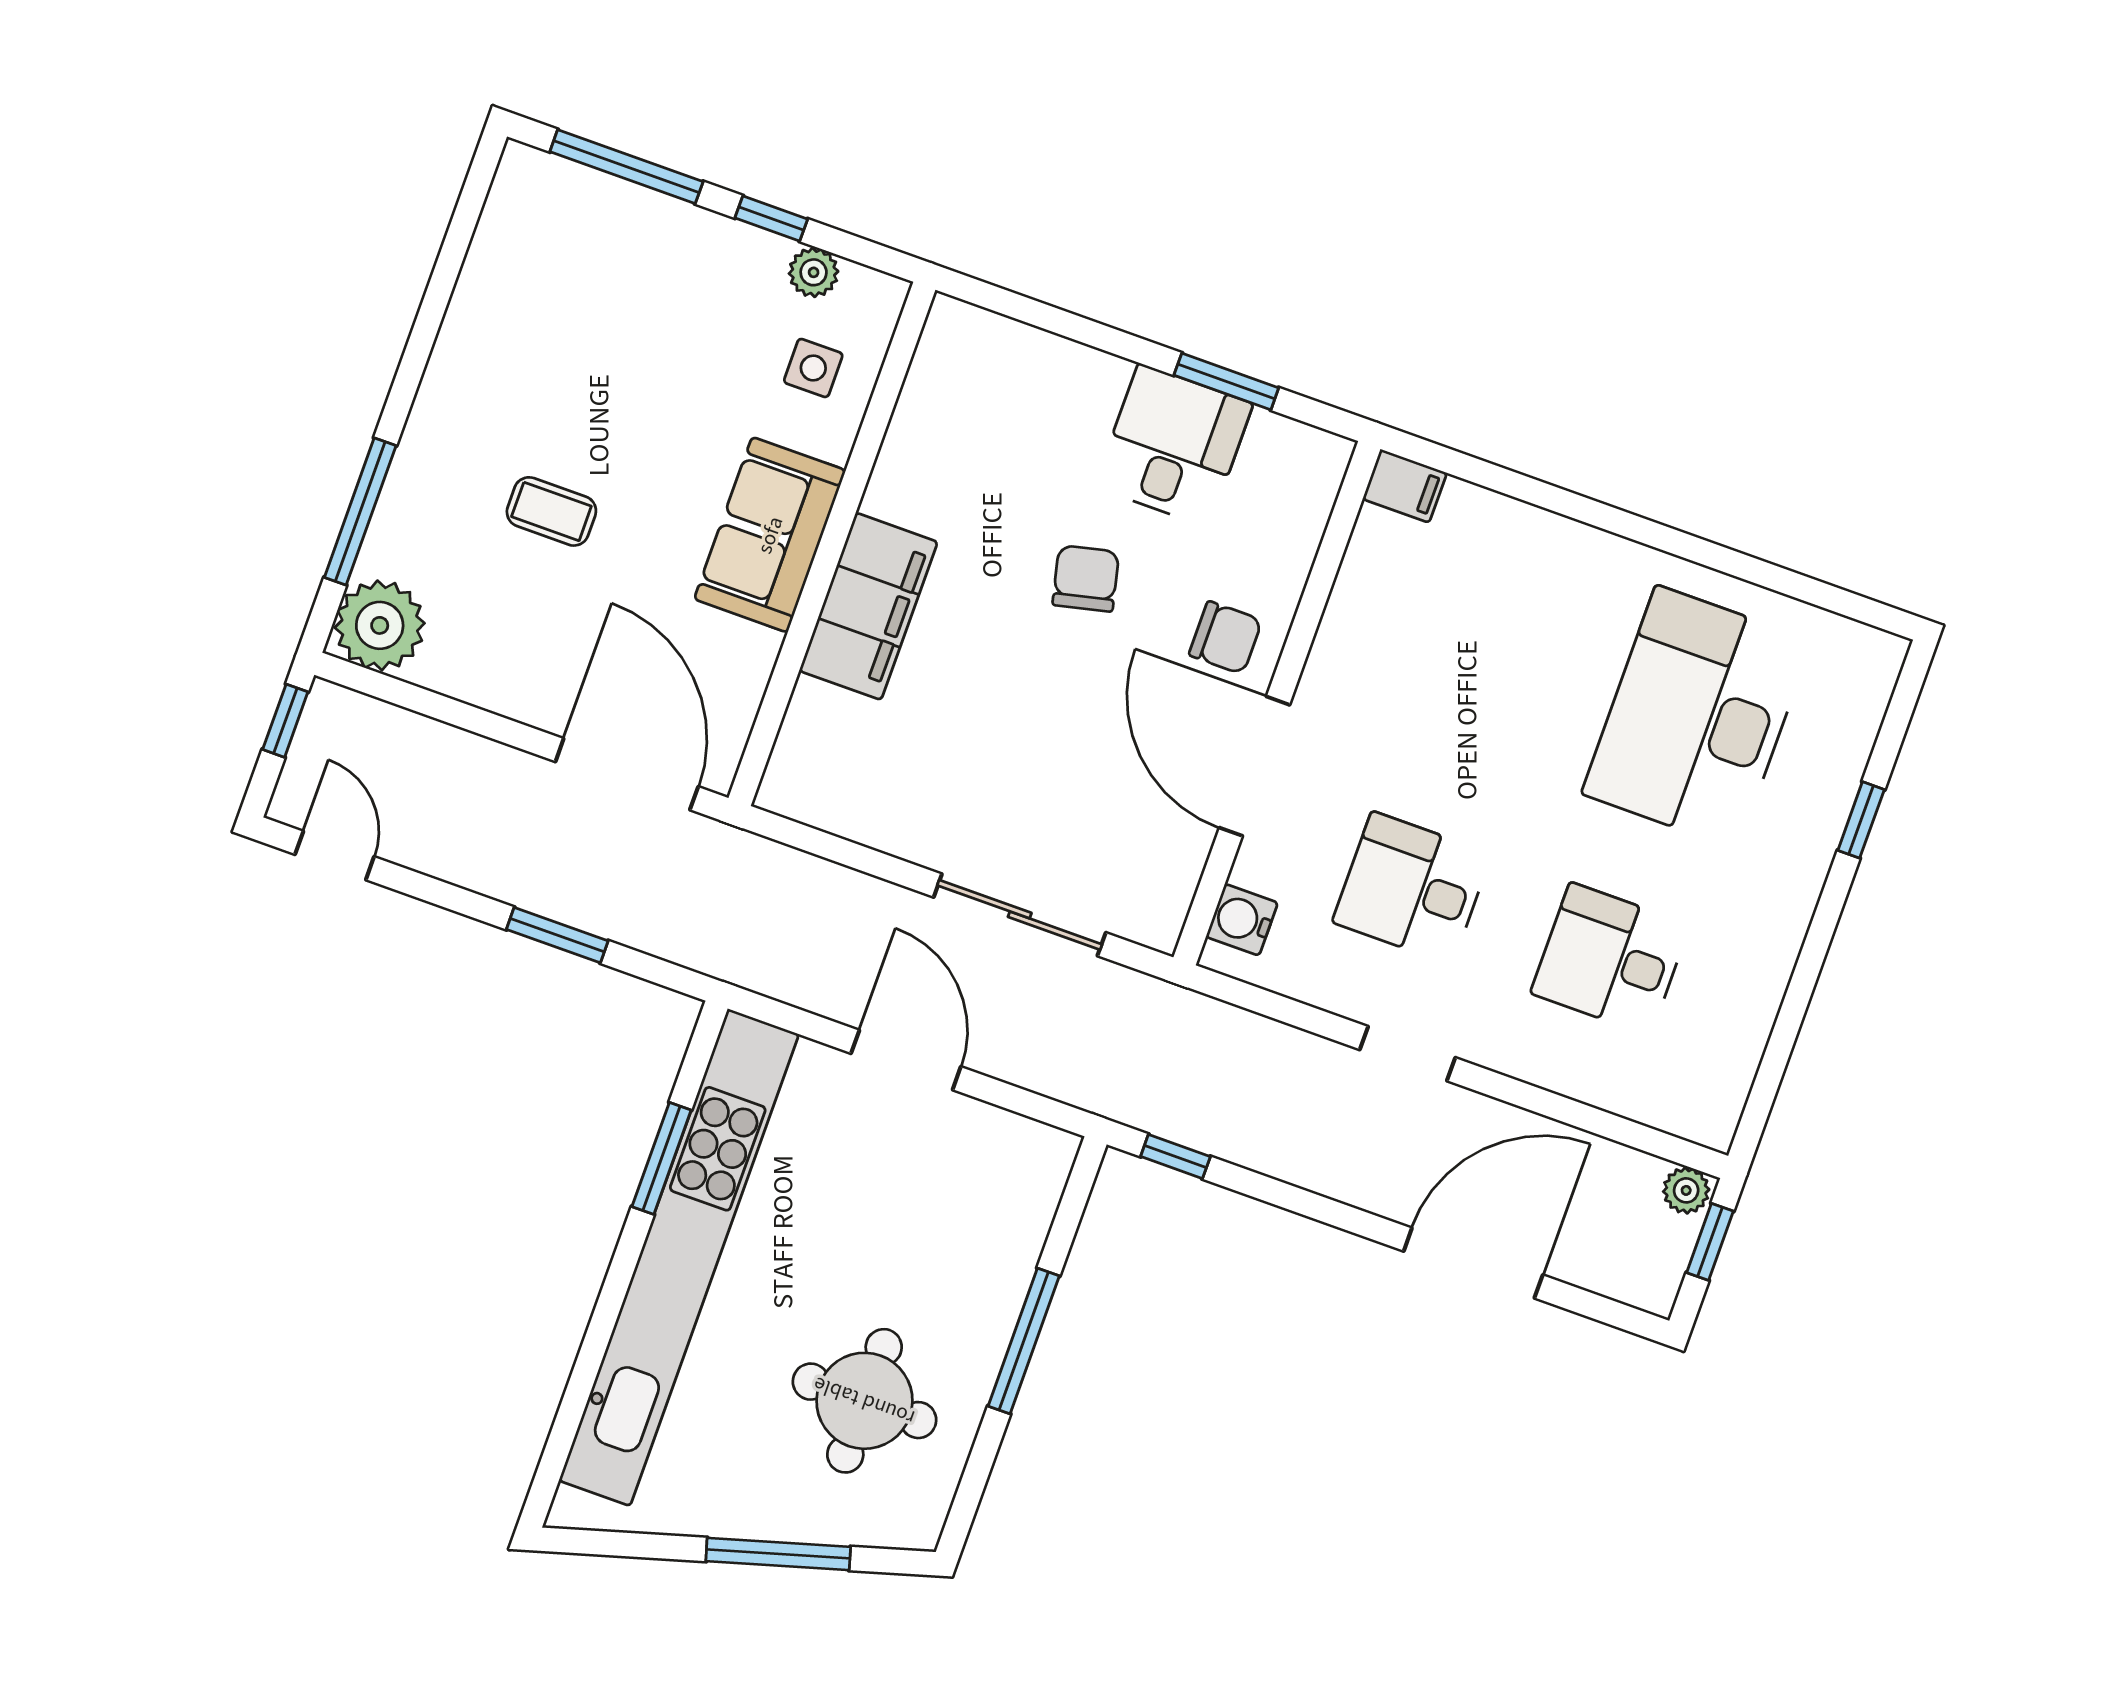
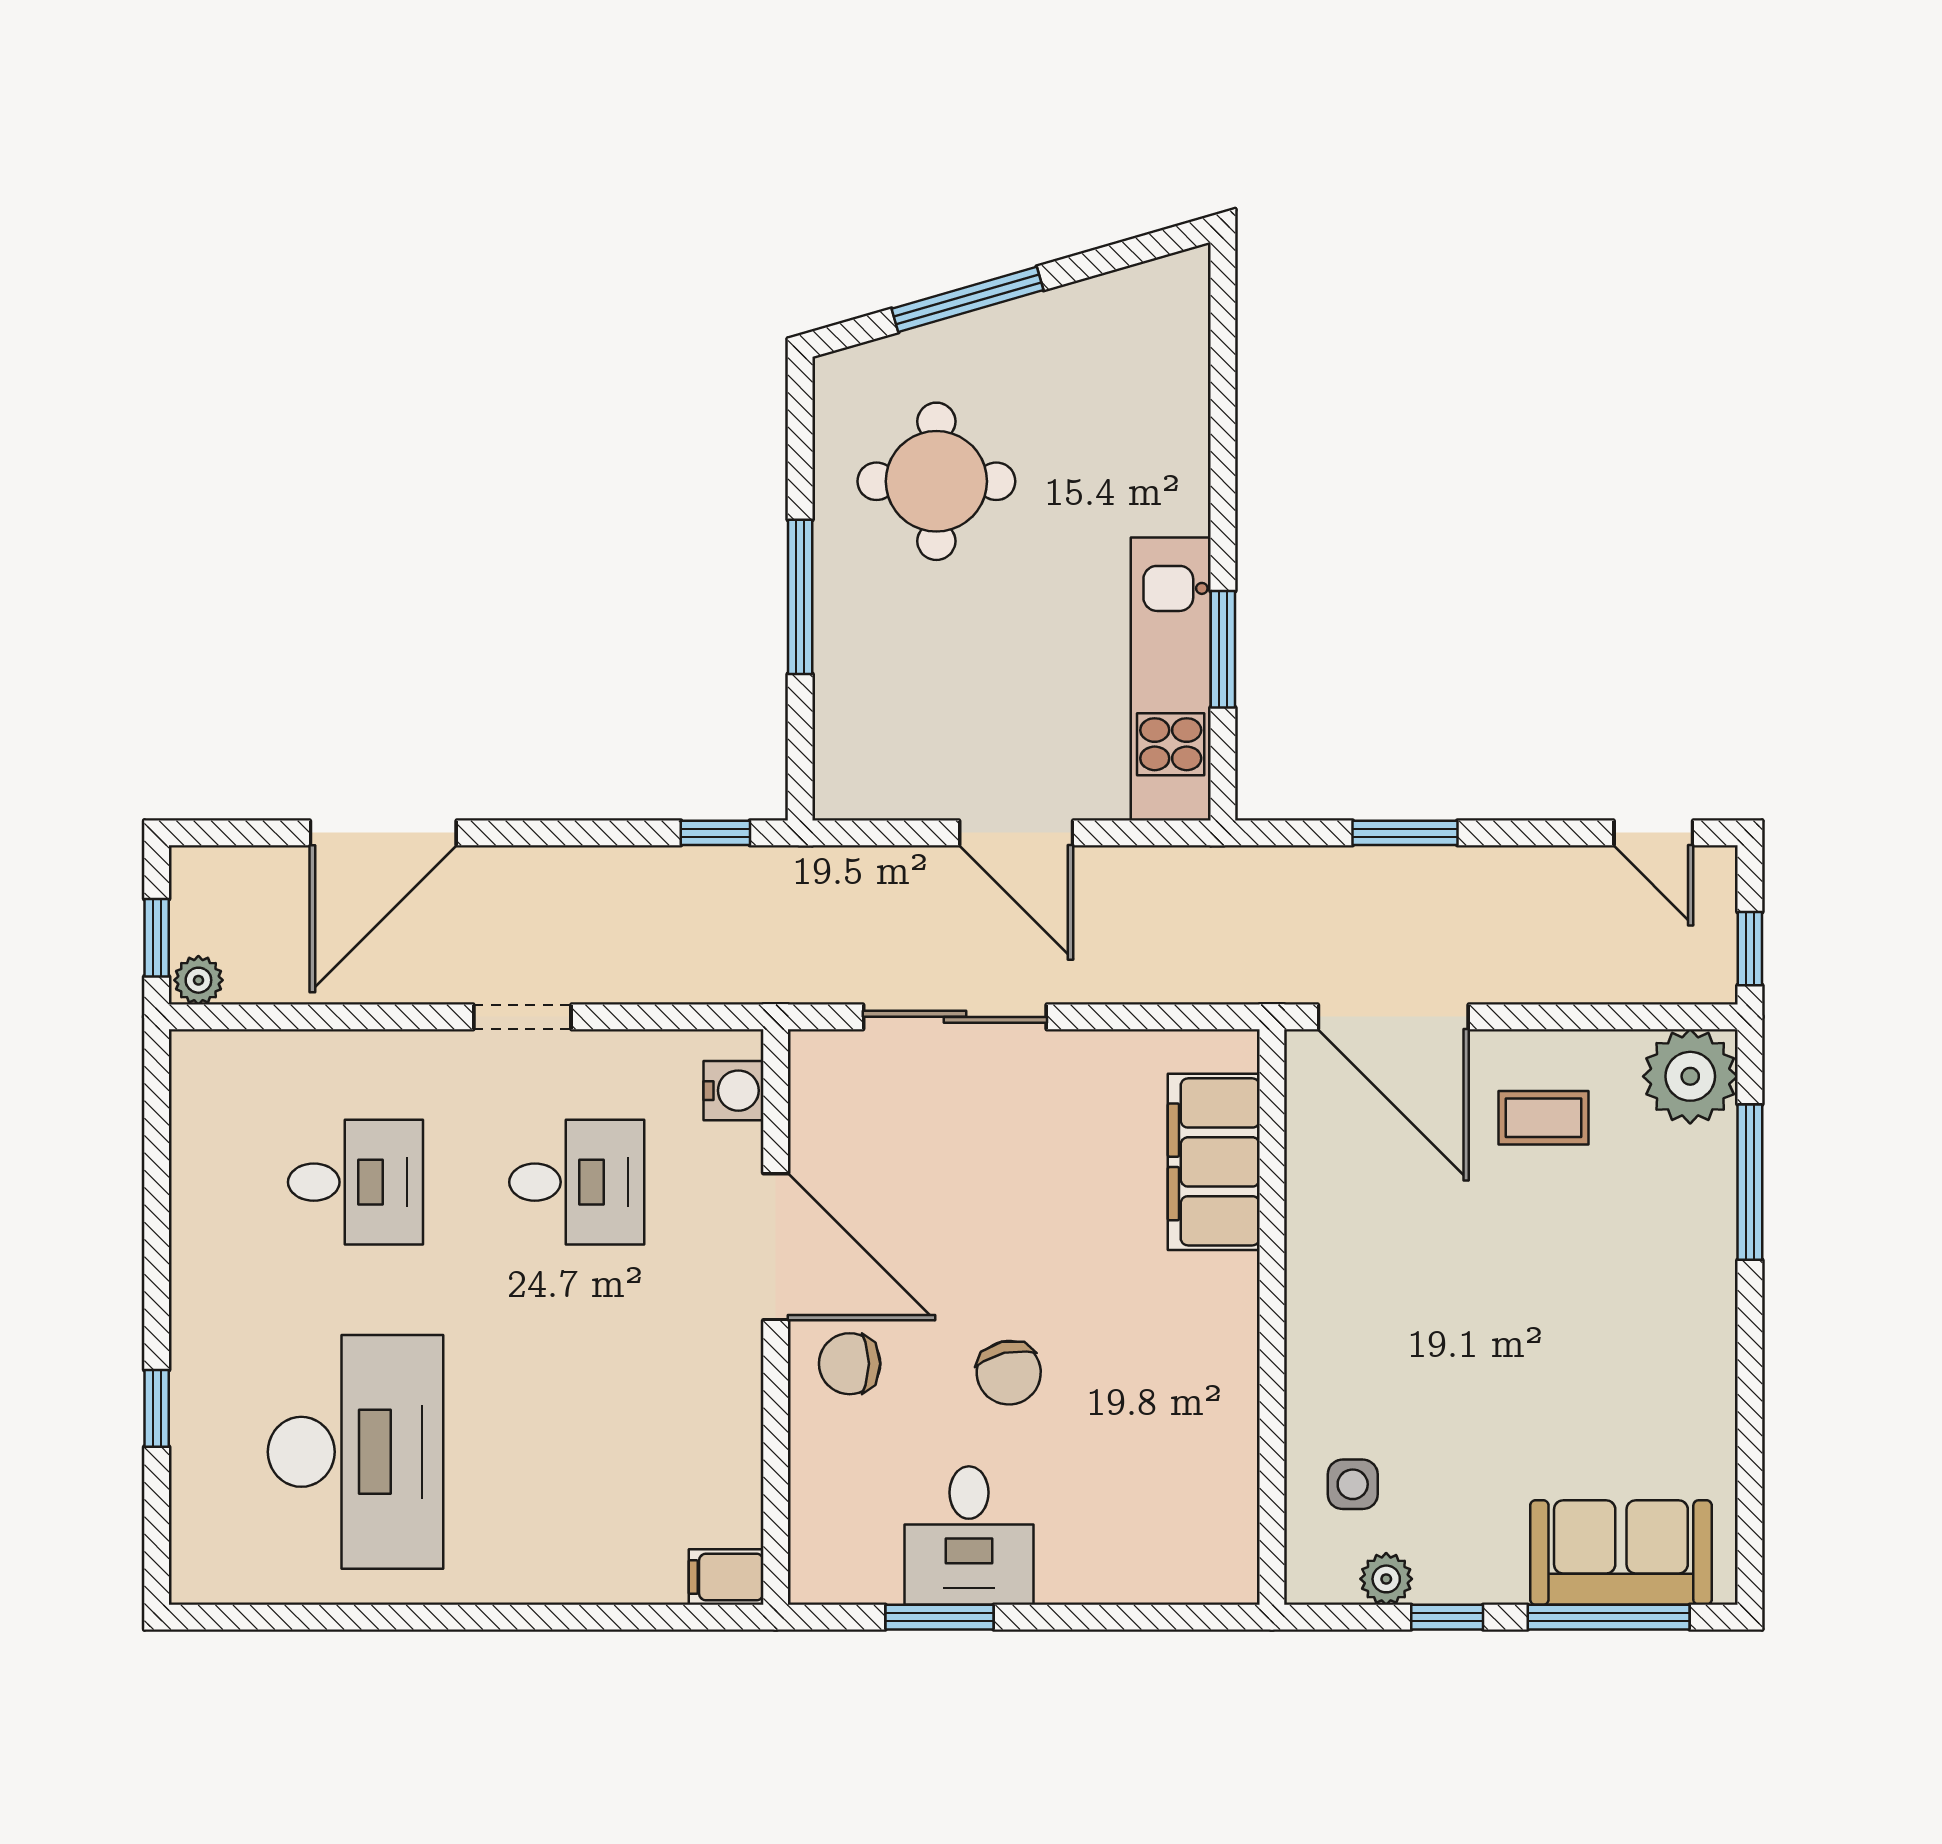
coffee table: (551, 511) -> (1543, 1118), moved
sofa: (770, 535) -> (1621, 1553), moved, turned -90
filing cabinet: (868, 606) -> (1214, 1162), moved
kitchen unit: (679, 1257) -> (1171, 679), width x0.54

